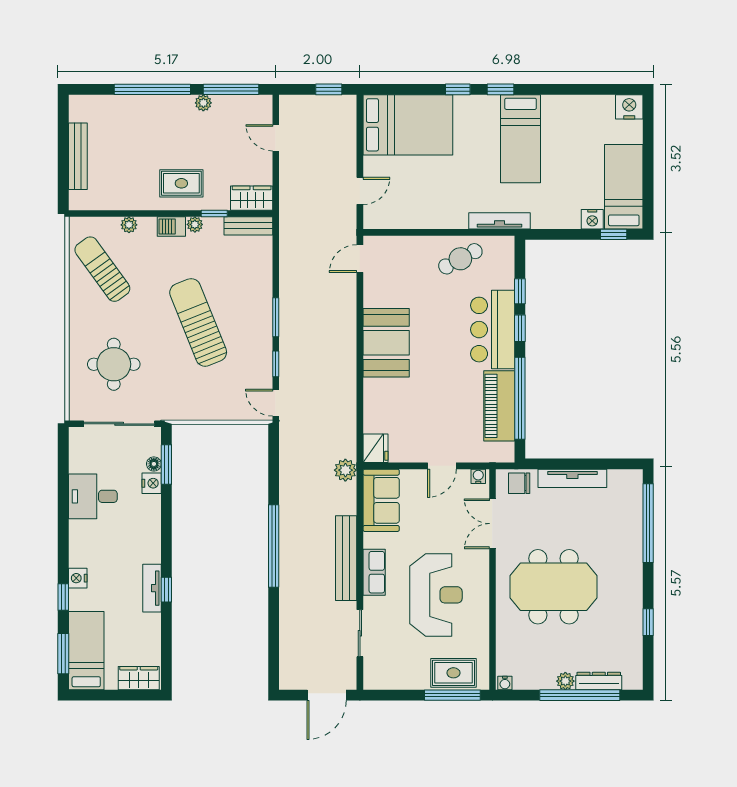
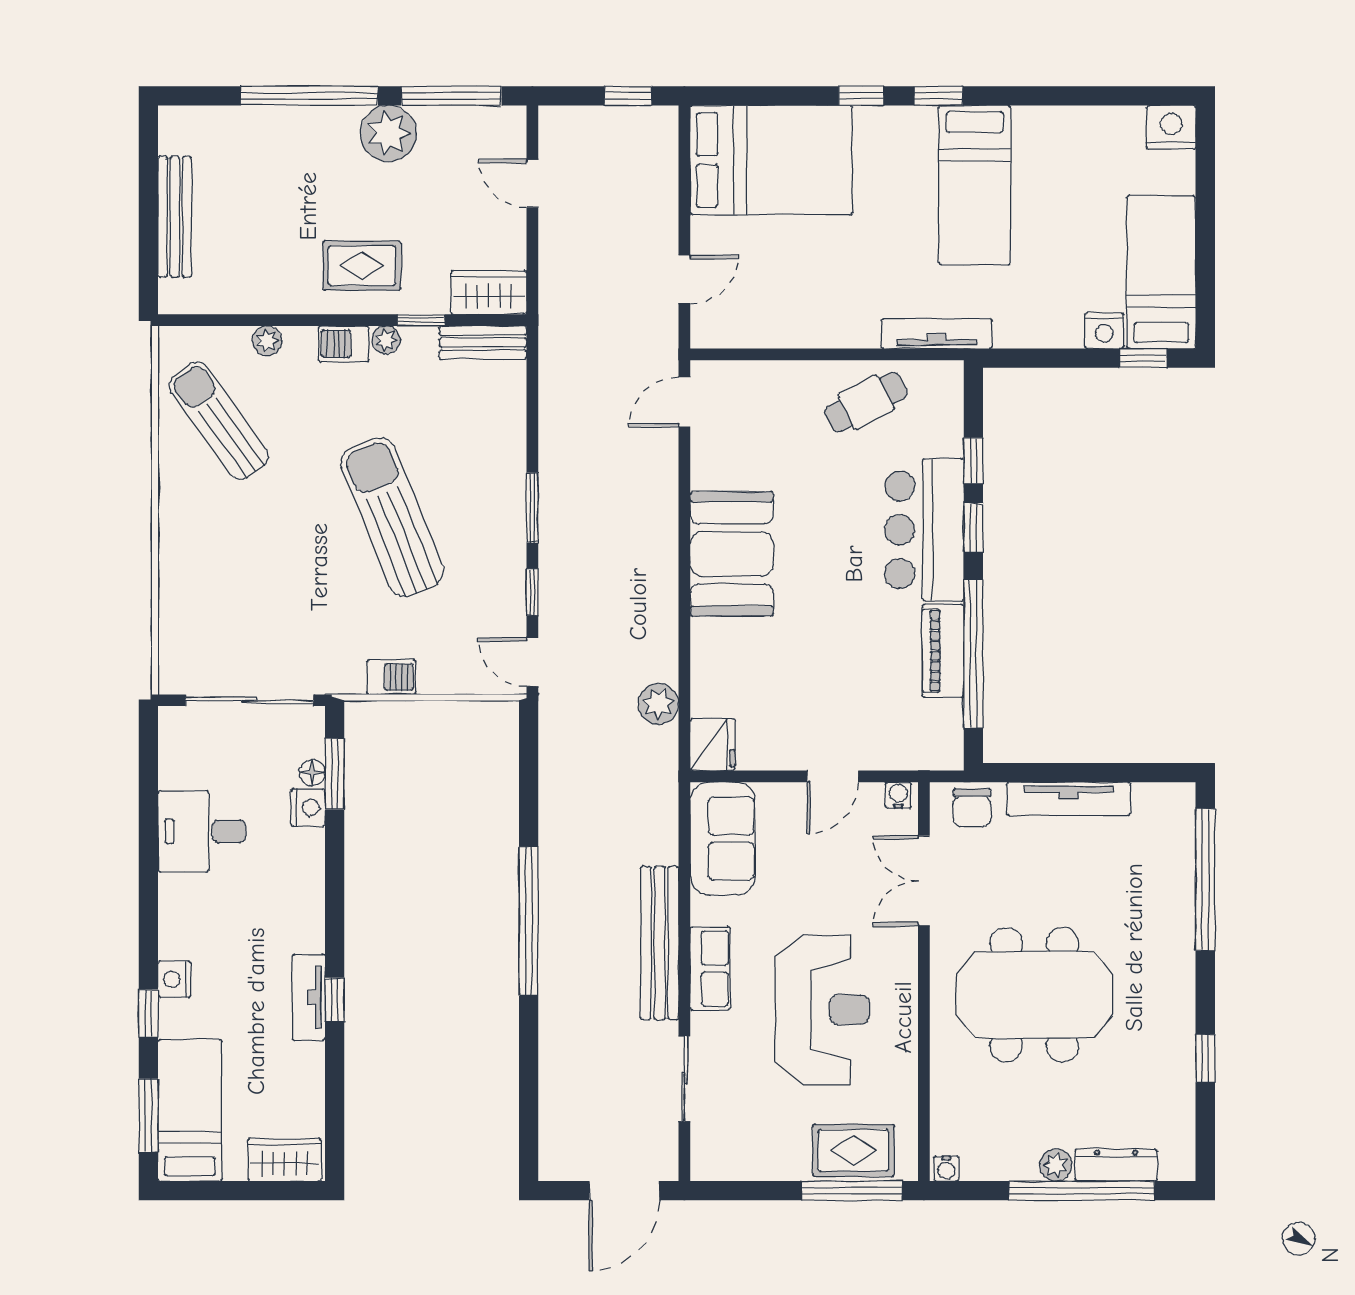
plant: (203, 103) -> (388, 133), width x1.88, depth x1.88
round table: (114, 364) -> (240, 593), removed
piano: (499, 406) -> (943, 651), width x0.73, depth x0.75
barbecue: (198, 411) -> (391, 677), added
plant: (345, 470) -> (658, 704), moved
chair: (519, 483) -> (972, 808), turned -90

